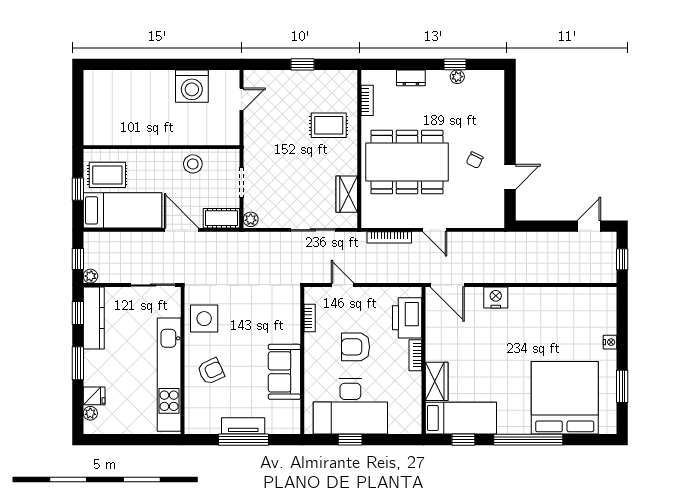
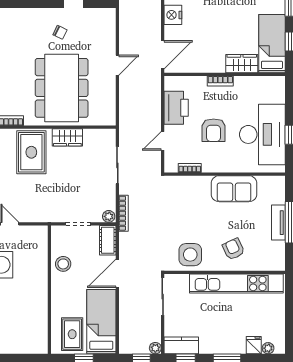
rug: (329, 125) -> (31, 152), width x1.36, depth x1.43
wardrobe: (347, 194) -> (67, 137), moved
bookcase: (389, 237) -> (123, 213), moved
kitchen counter: (94, 318) -> (181, 345), width x0.67
printer: (407, 318) -> (176, 108), moved, turned -90

